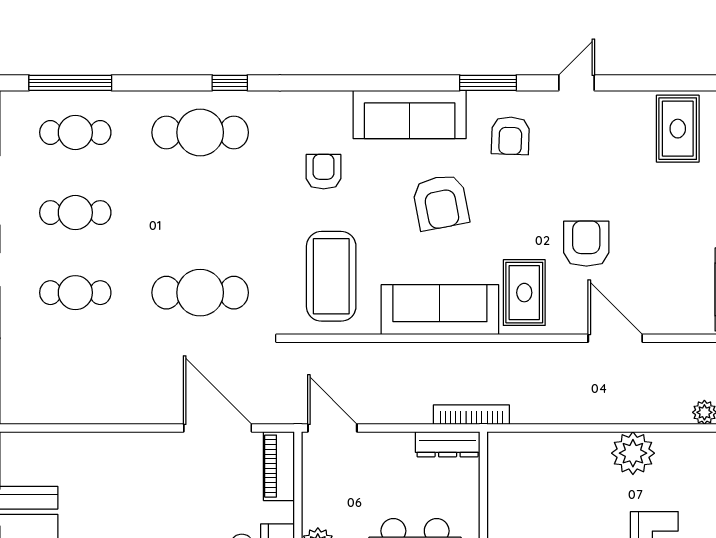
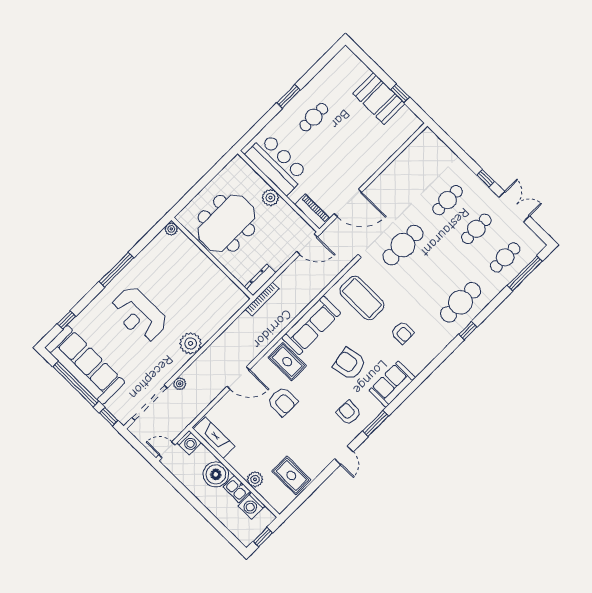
sofa: (410, 114) -> (392, 384), width x0.73

